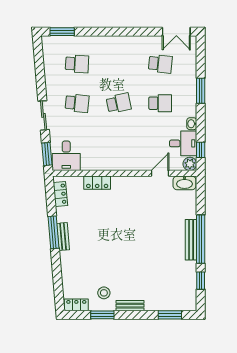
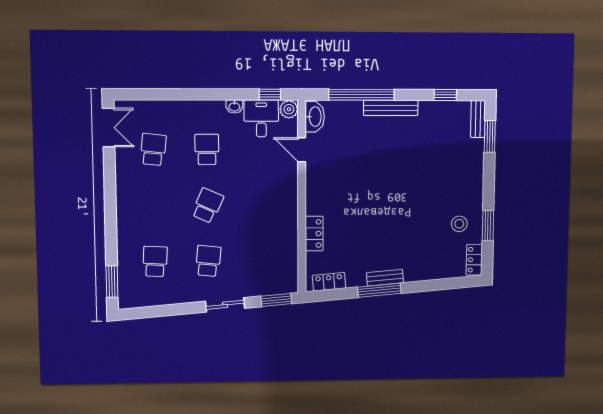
window: (201, 91) -> (189, 94), removed
school desk: (119, 103) -> (208, 206), turned 36
desk: (66, 156) -> (279, 275), removed
window: (201, 239) -> (361, 95), moved
bench: (130, 306) -> (478, 119), moved

